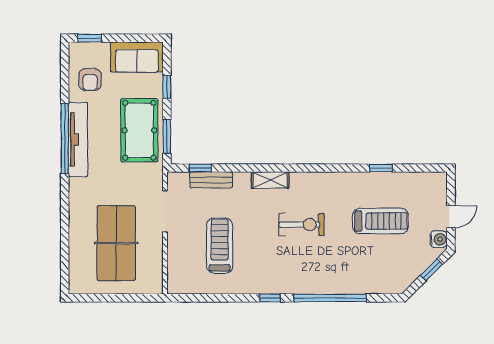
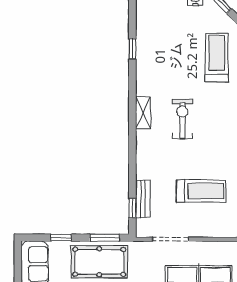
shelving: (270, 180) -> (143, 113), moved
treadmill: (380, 221) -> (217, 58), moved
treadmill: (220, 246) -> (201, 191), turned 180

